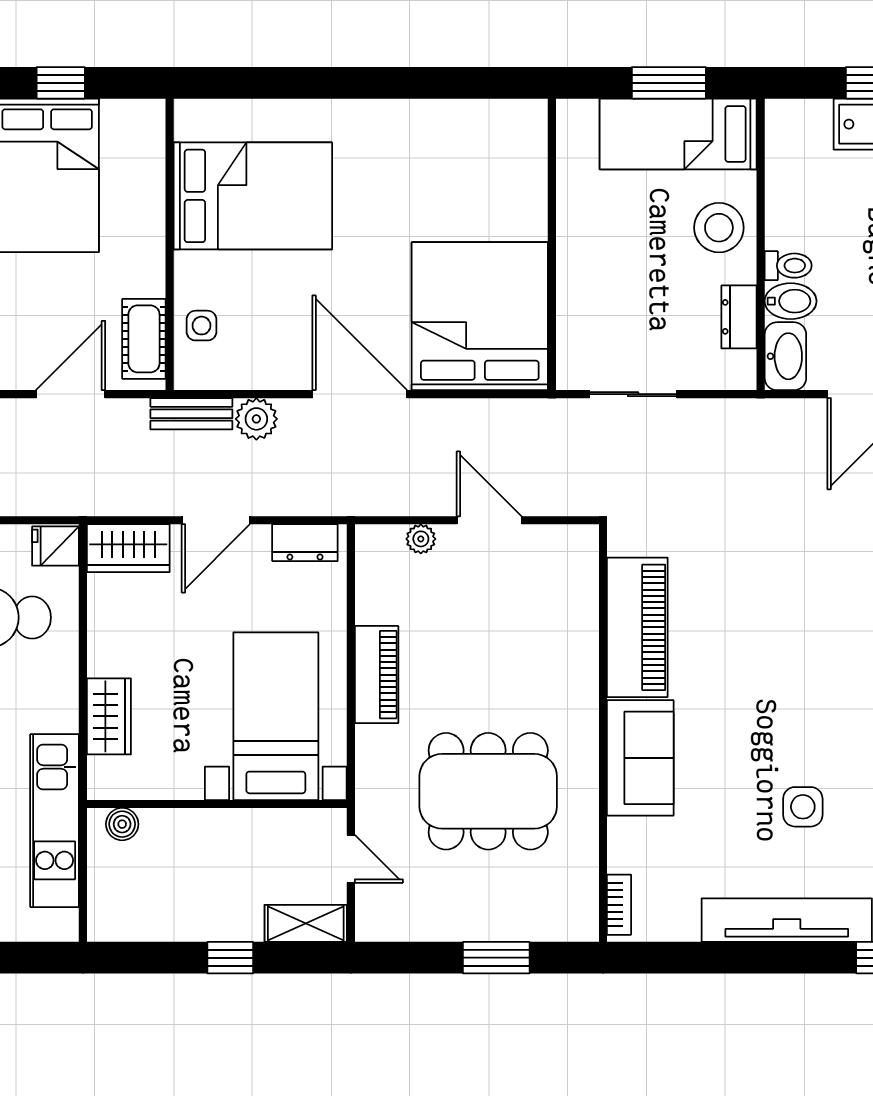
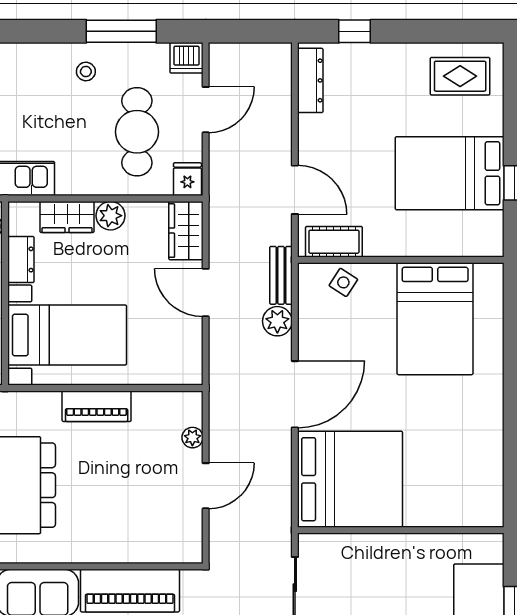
side table: (201, 326) -> (343, 282), turned 33
dresser: (305, 543) -> (21, 259), moved, turned 180
plant: (107, 655) -> (111, 216), added

